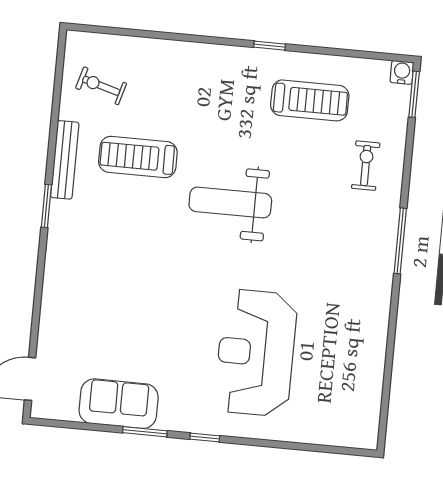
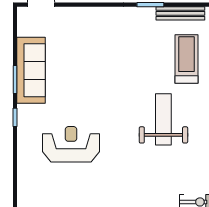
reception desk: (256, 353) -> (71, 144), width x0.74, depth x0.77
sofa: (119, 404) -> (31, 70), width x1.36

